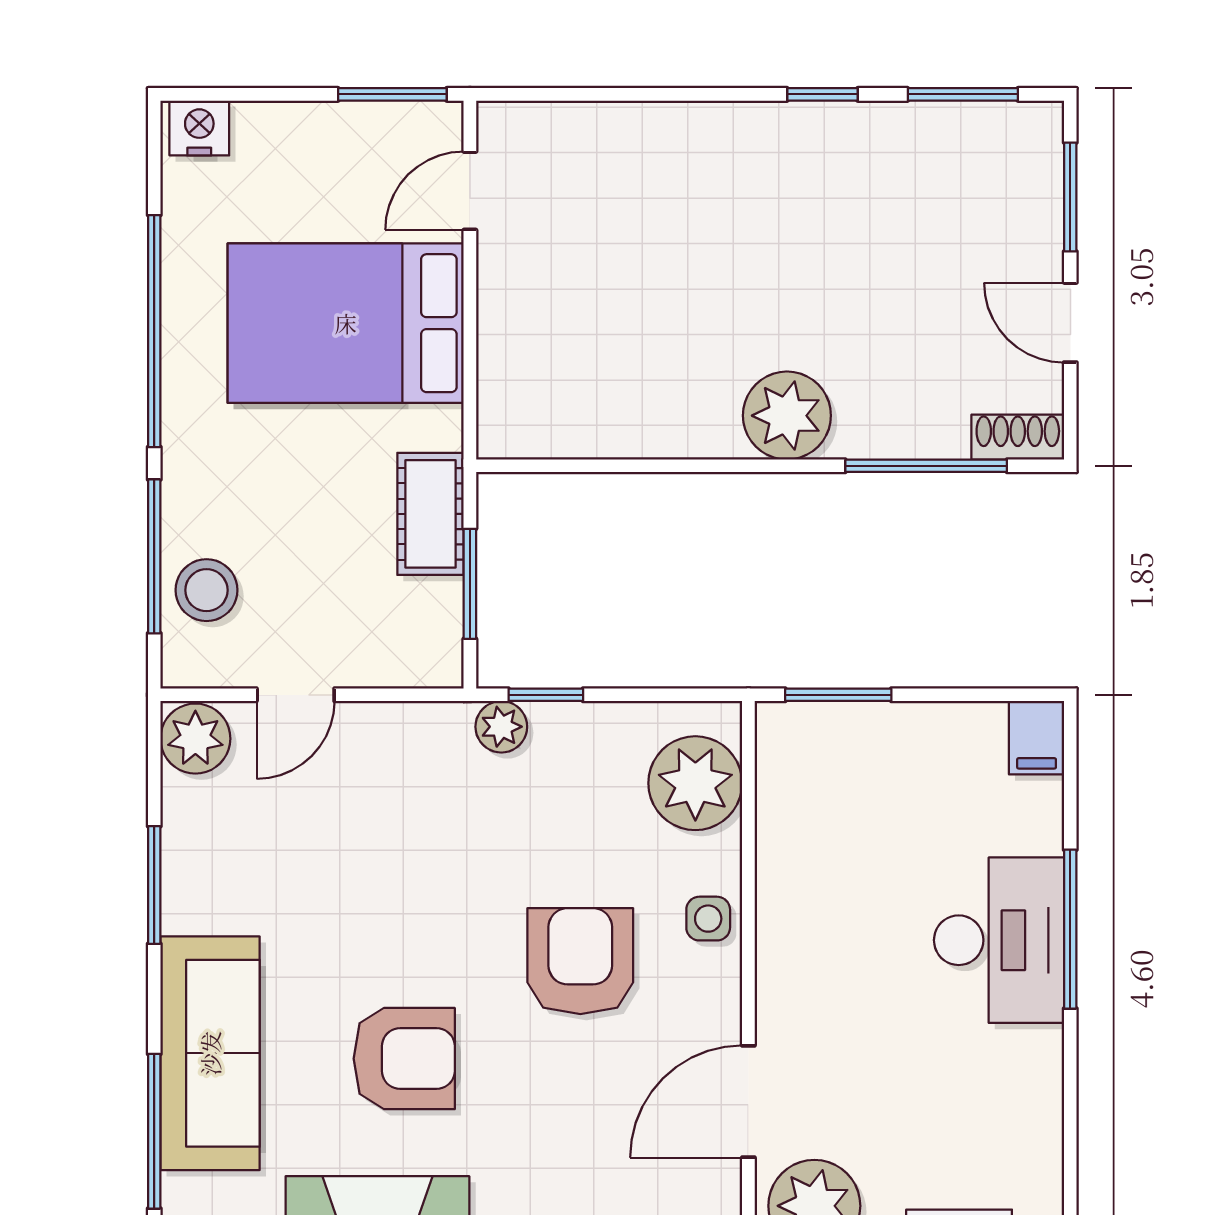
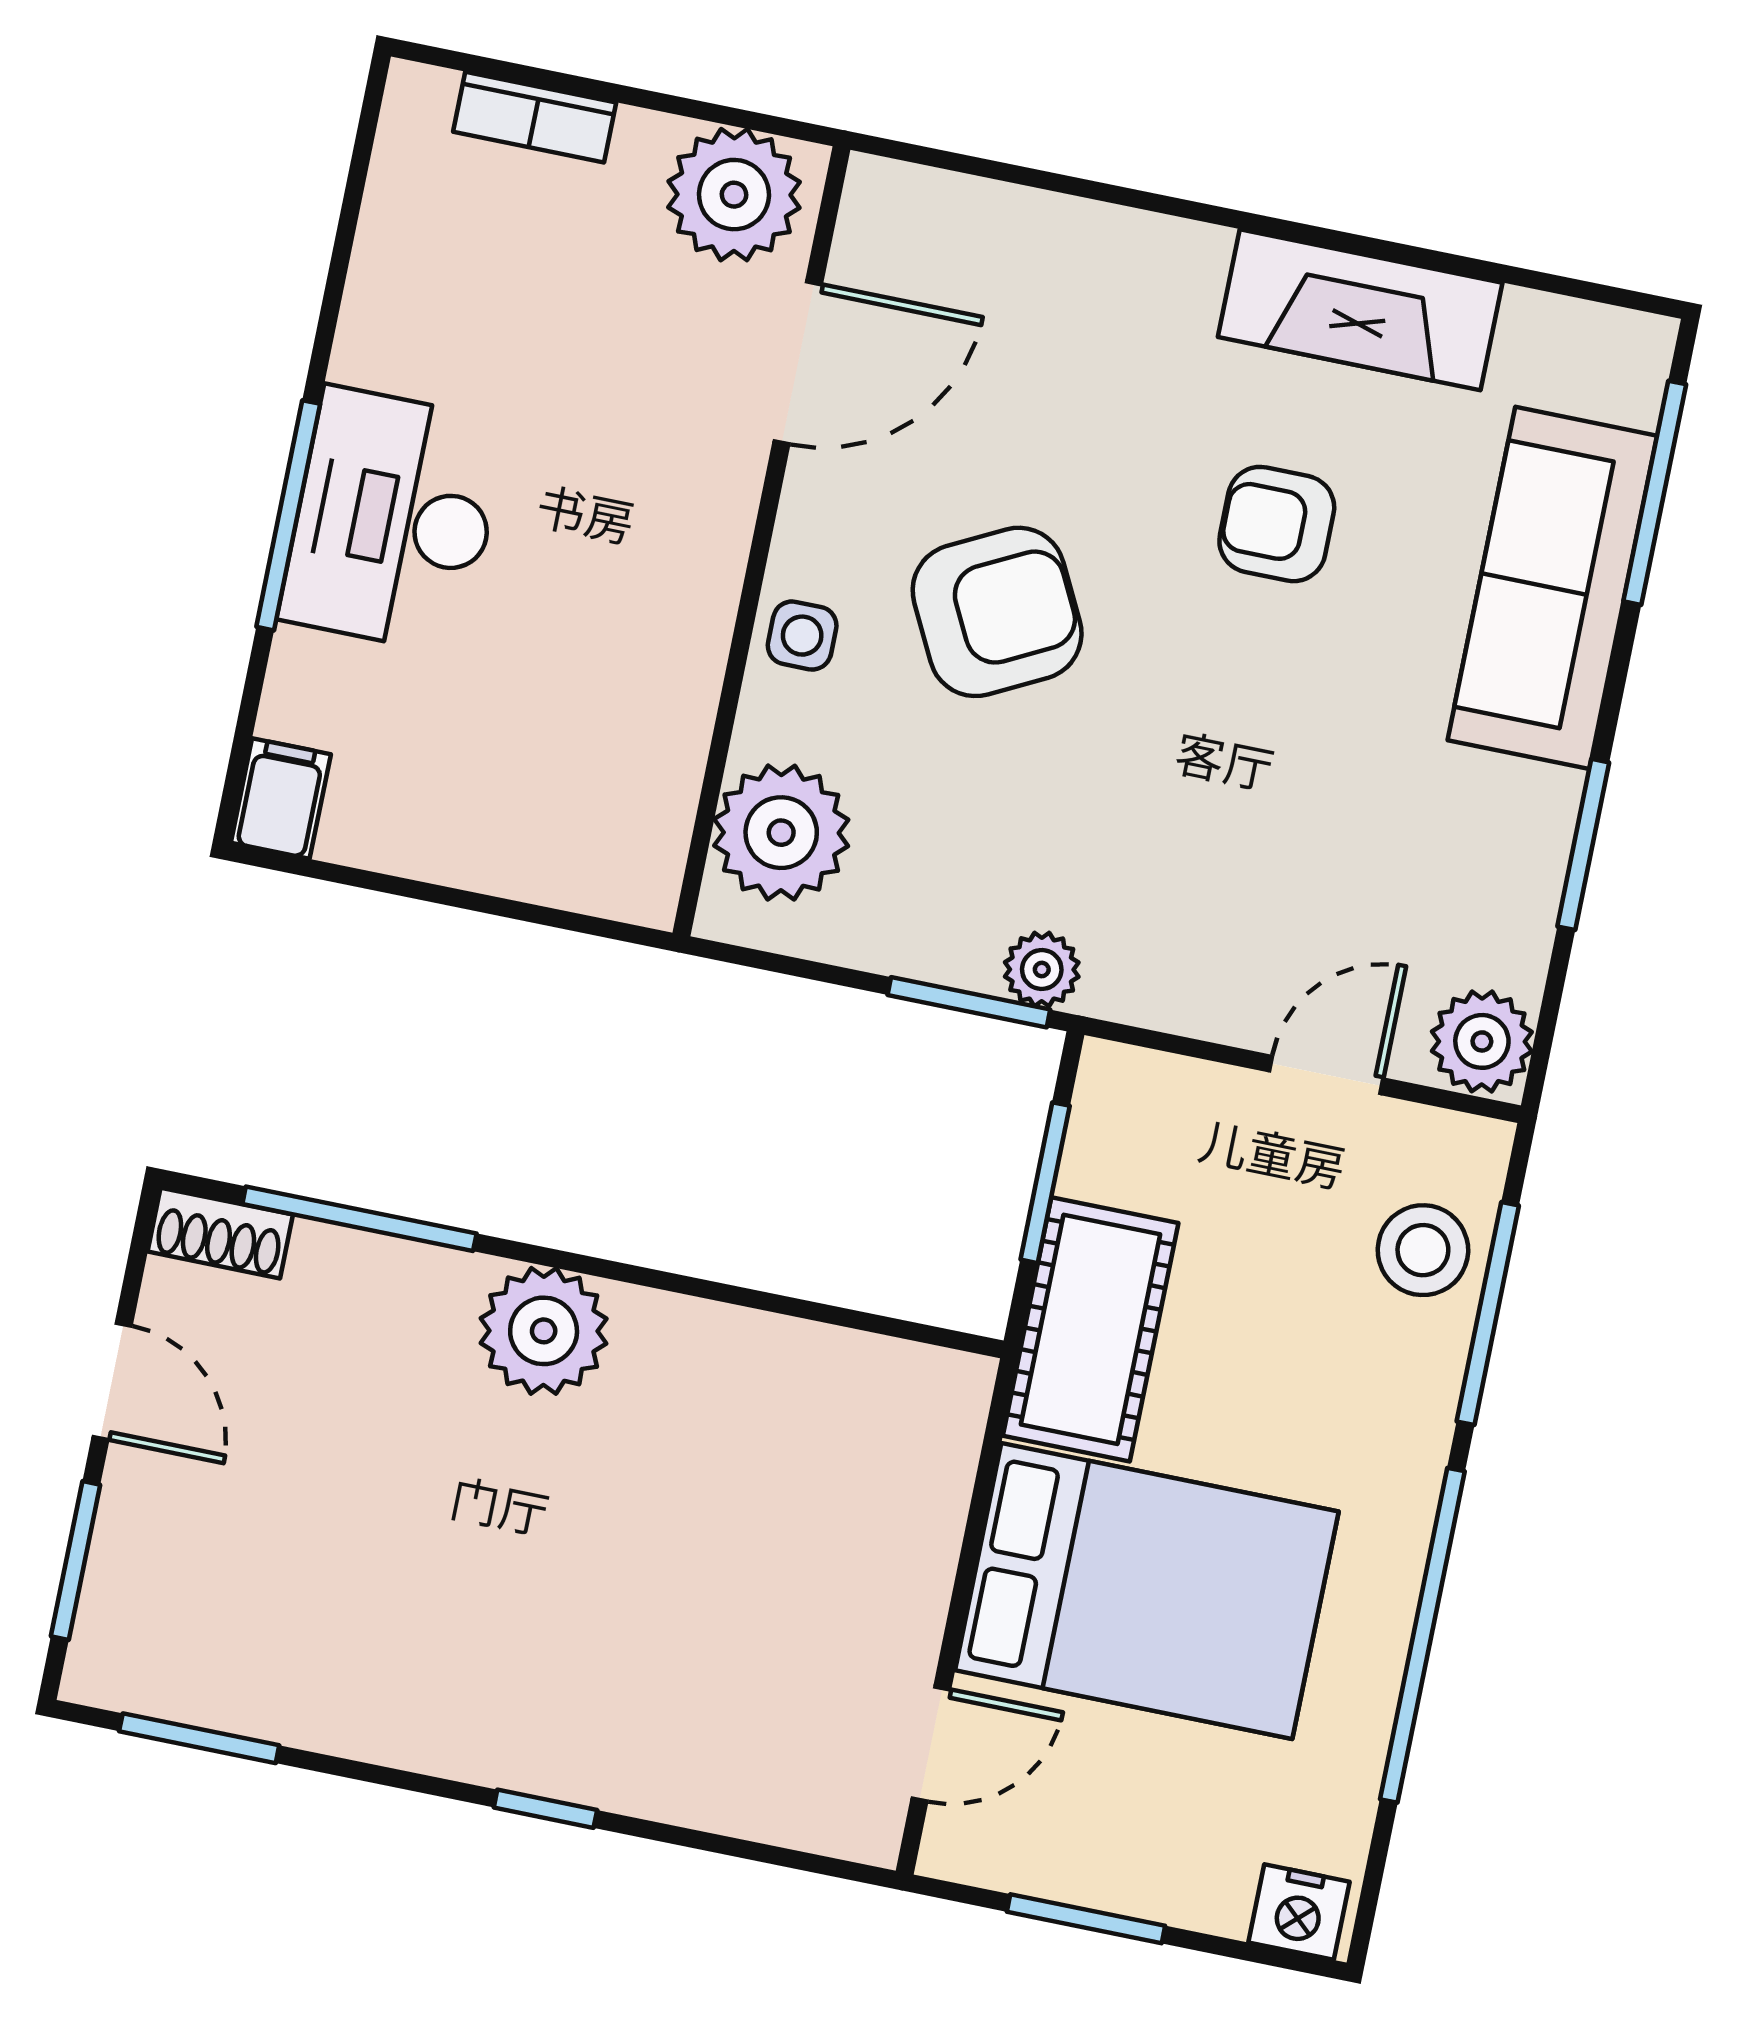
window: (392, 94) -> (1086, 1919), moved
window: (822, 94) -> (545, 1809), moved
cot: (430, 514) -> (1091, 1329), width x1.37, depth x1.34
window: (546, 695) -> (969, 1002), width x1.50
window: (838, 695) -> (551, 917), removed
armchair: (580, 961) -> (997, 612), turned -117
armchair: (404, 1059) -> (1277, 524), width x0.72, depth x0.72

